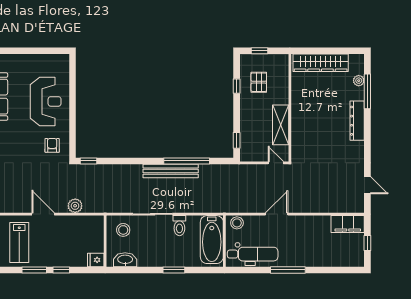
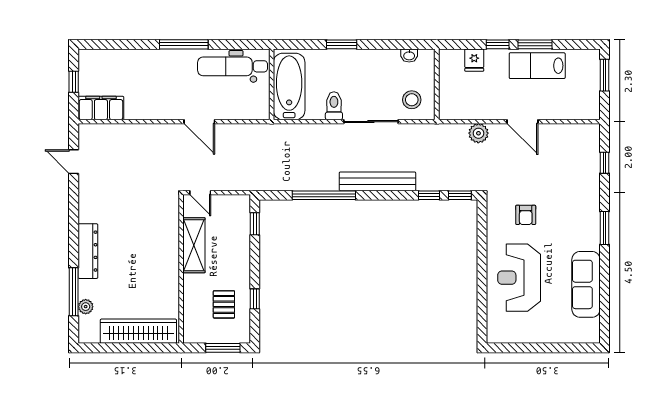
window: (260, 51) -> (223, 348), width x1.50
armchair: (52, 145) -> (526, 215), moved
window: (111, 161) -> (429, 195), added
bench: (171, 171) -> (377, 181), moved
door: (277, 214) -> (199, 122), hinge flipped
stool: (237, 223) -> (254, 110), removed
lab bench: (19, 243) -> (537, 66), moved, turned -90
fridge: (96, 260) -> (474, 60), moved, turned 90
washbasin: (125, 260) -> (409, 55), width x0.52, depth x0.69

